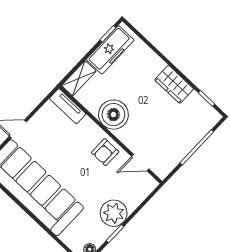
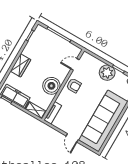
wardrobe: (174, 84) -> (21, 65), moved
door: (140, 163) -> (75, 64), swing flipped

